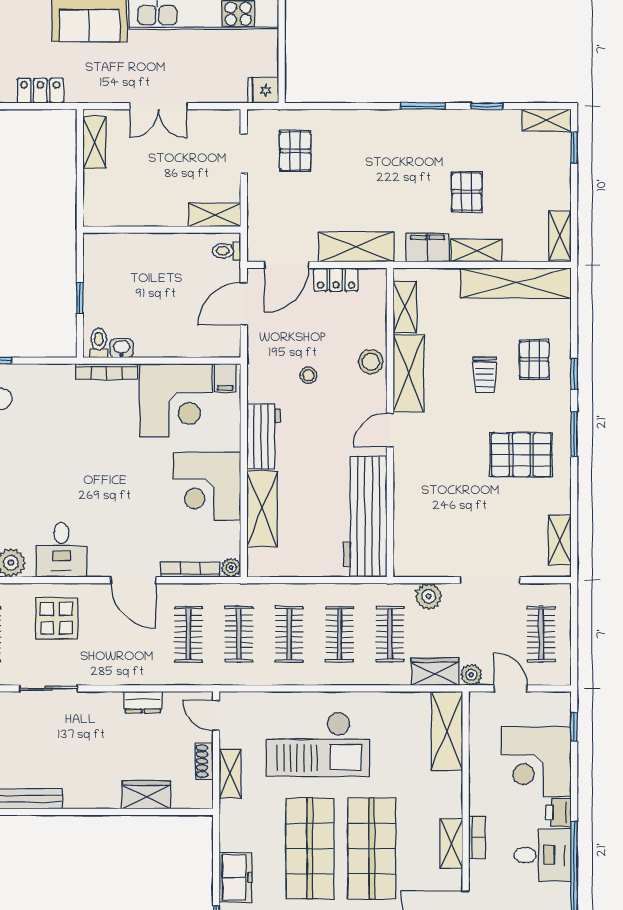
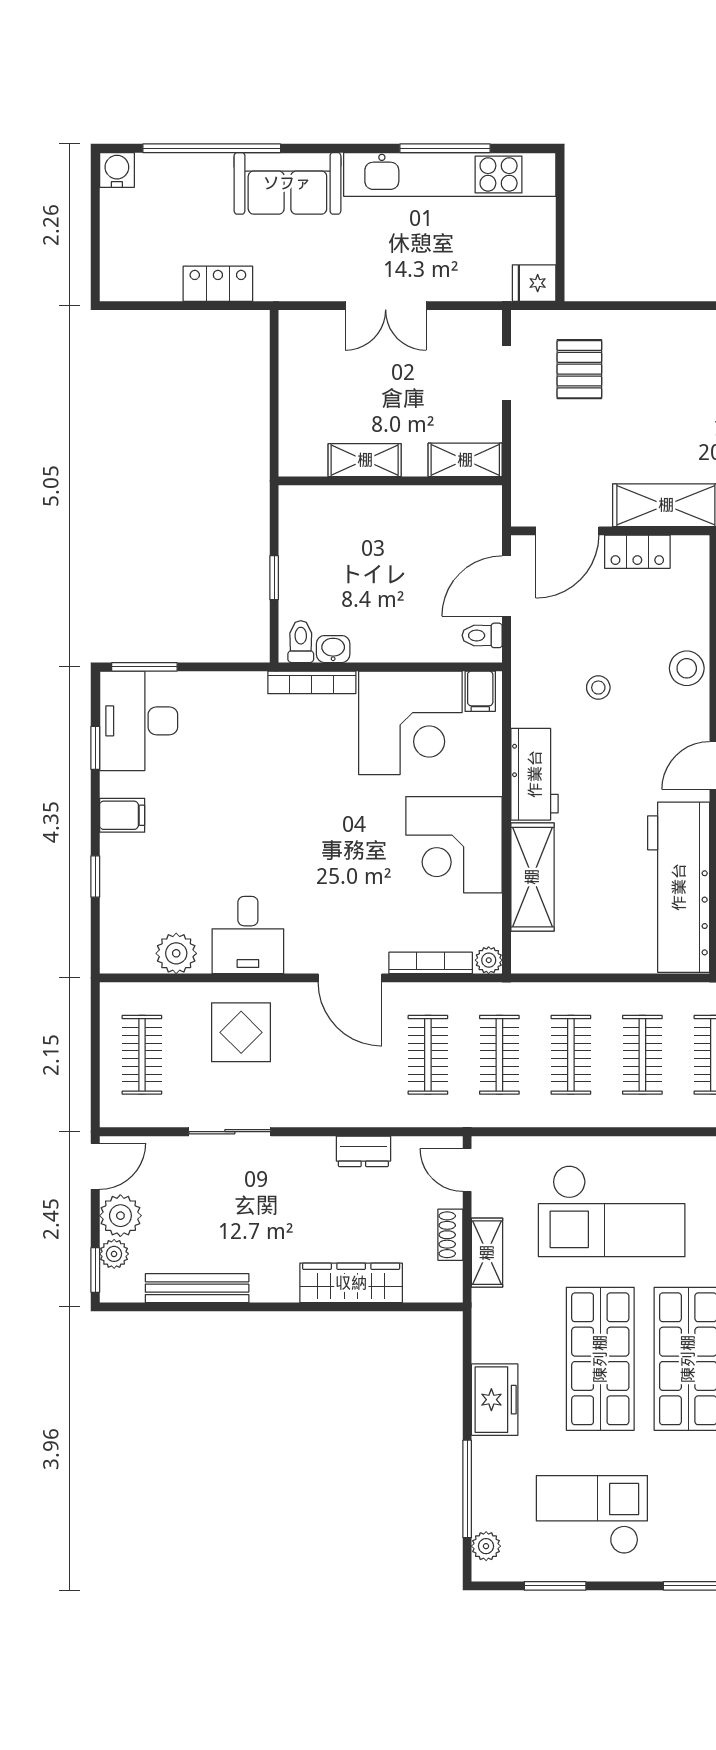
shelving: (94, 142) -> (365, 460), moved, turned 90
toilet: (227, 251) -> (482, 635), moved
wardrobe: (146, 795) -> (351, 1283), width x1.50

